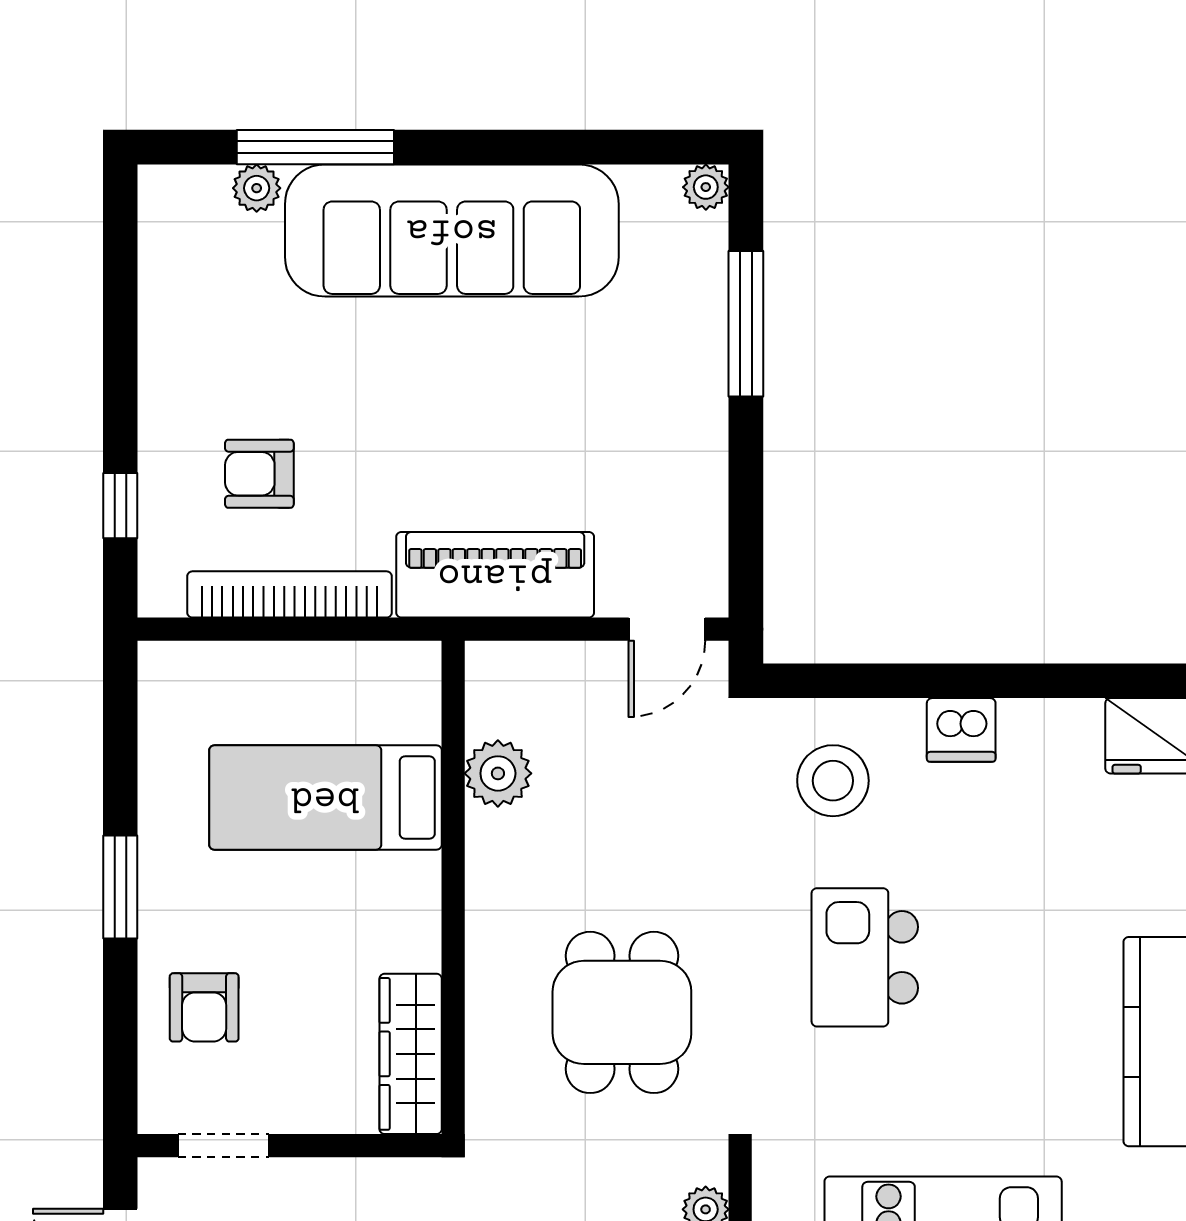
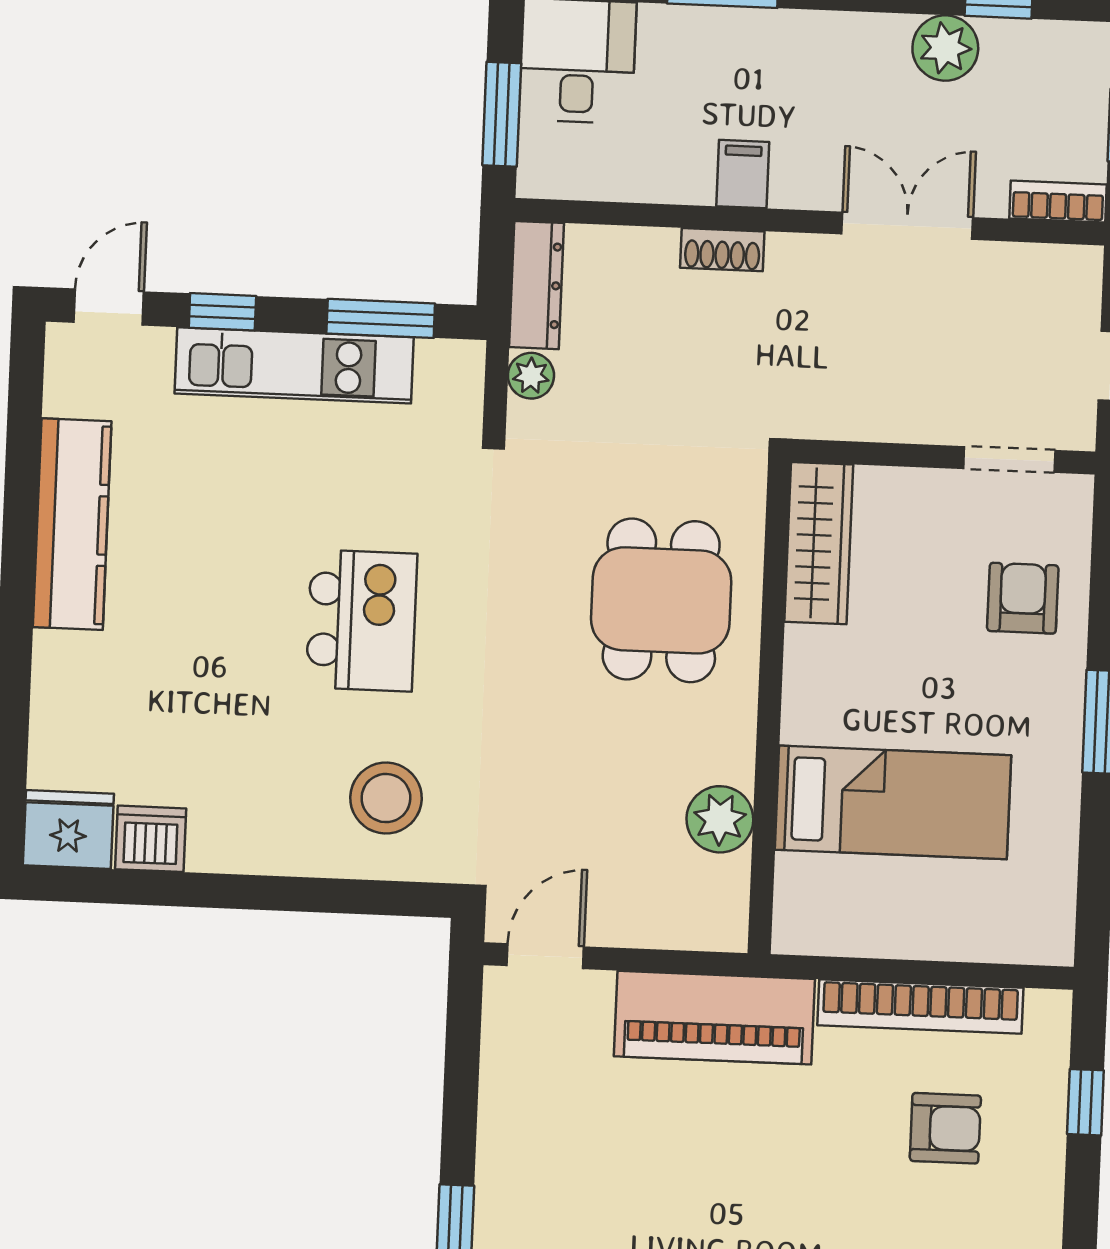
dishwasher: (961, 730) -> (151, 839), moved
dining table: (622, 1012) -> (661, 600), moved

